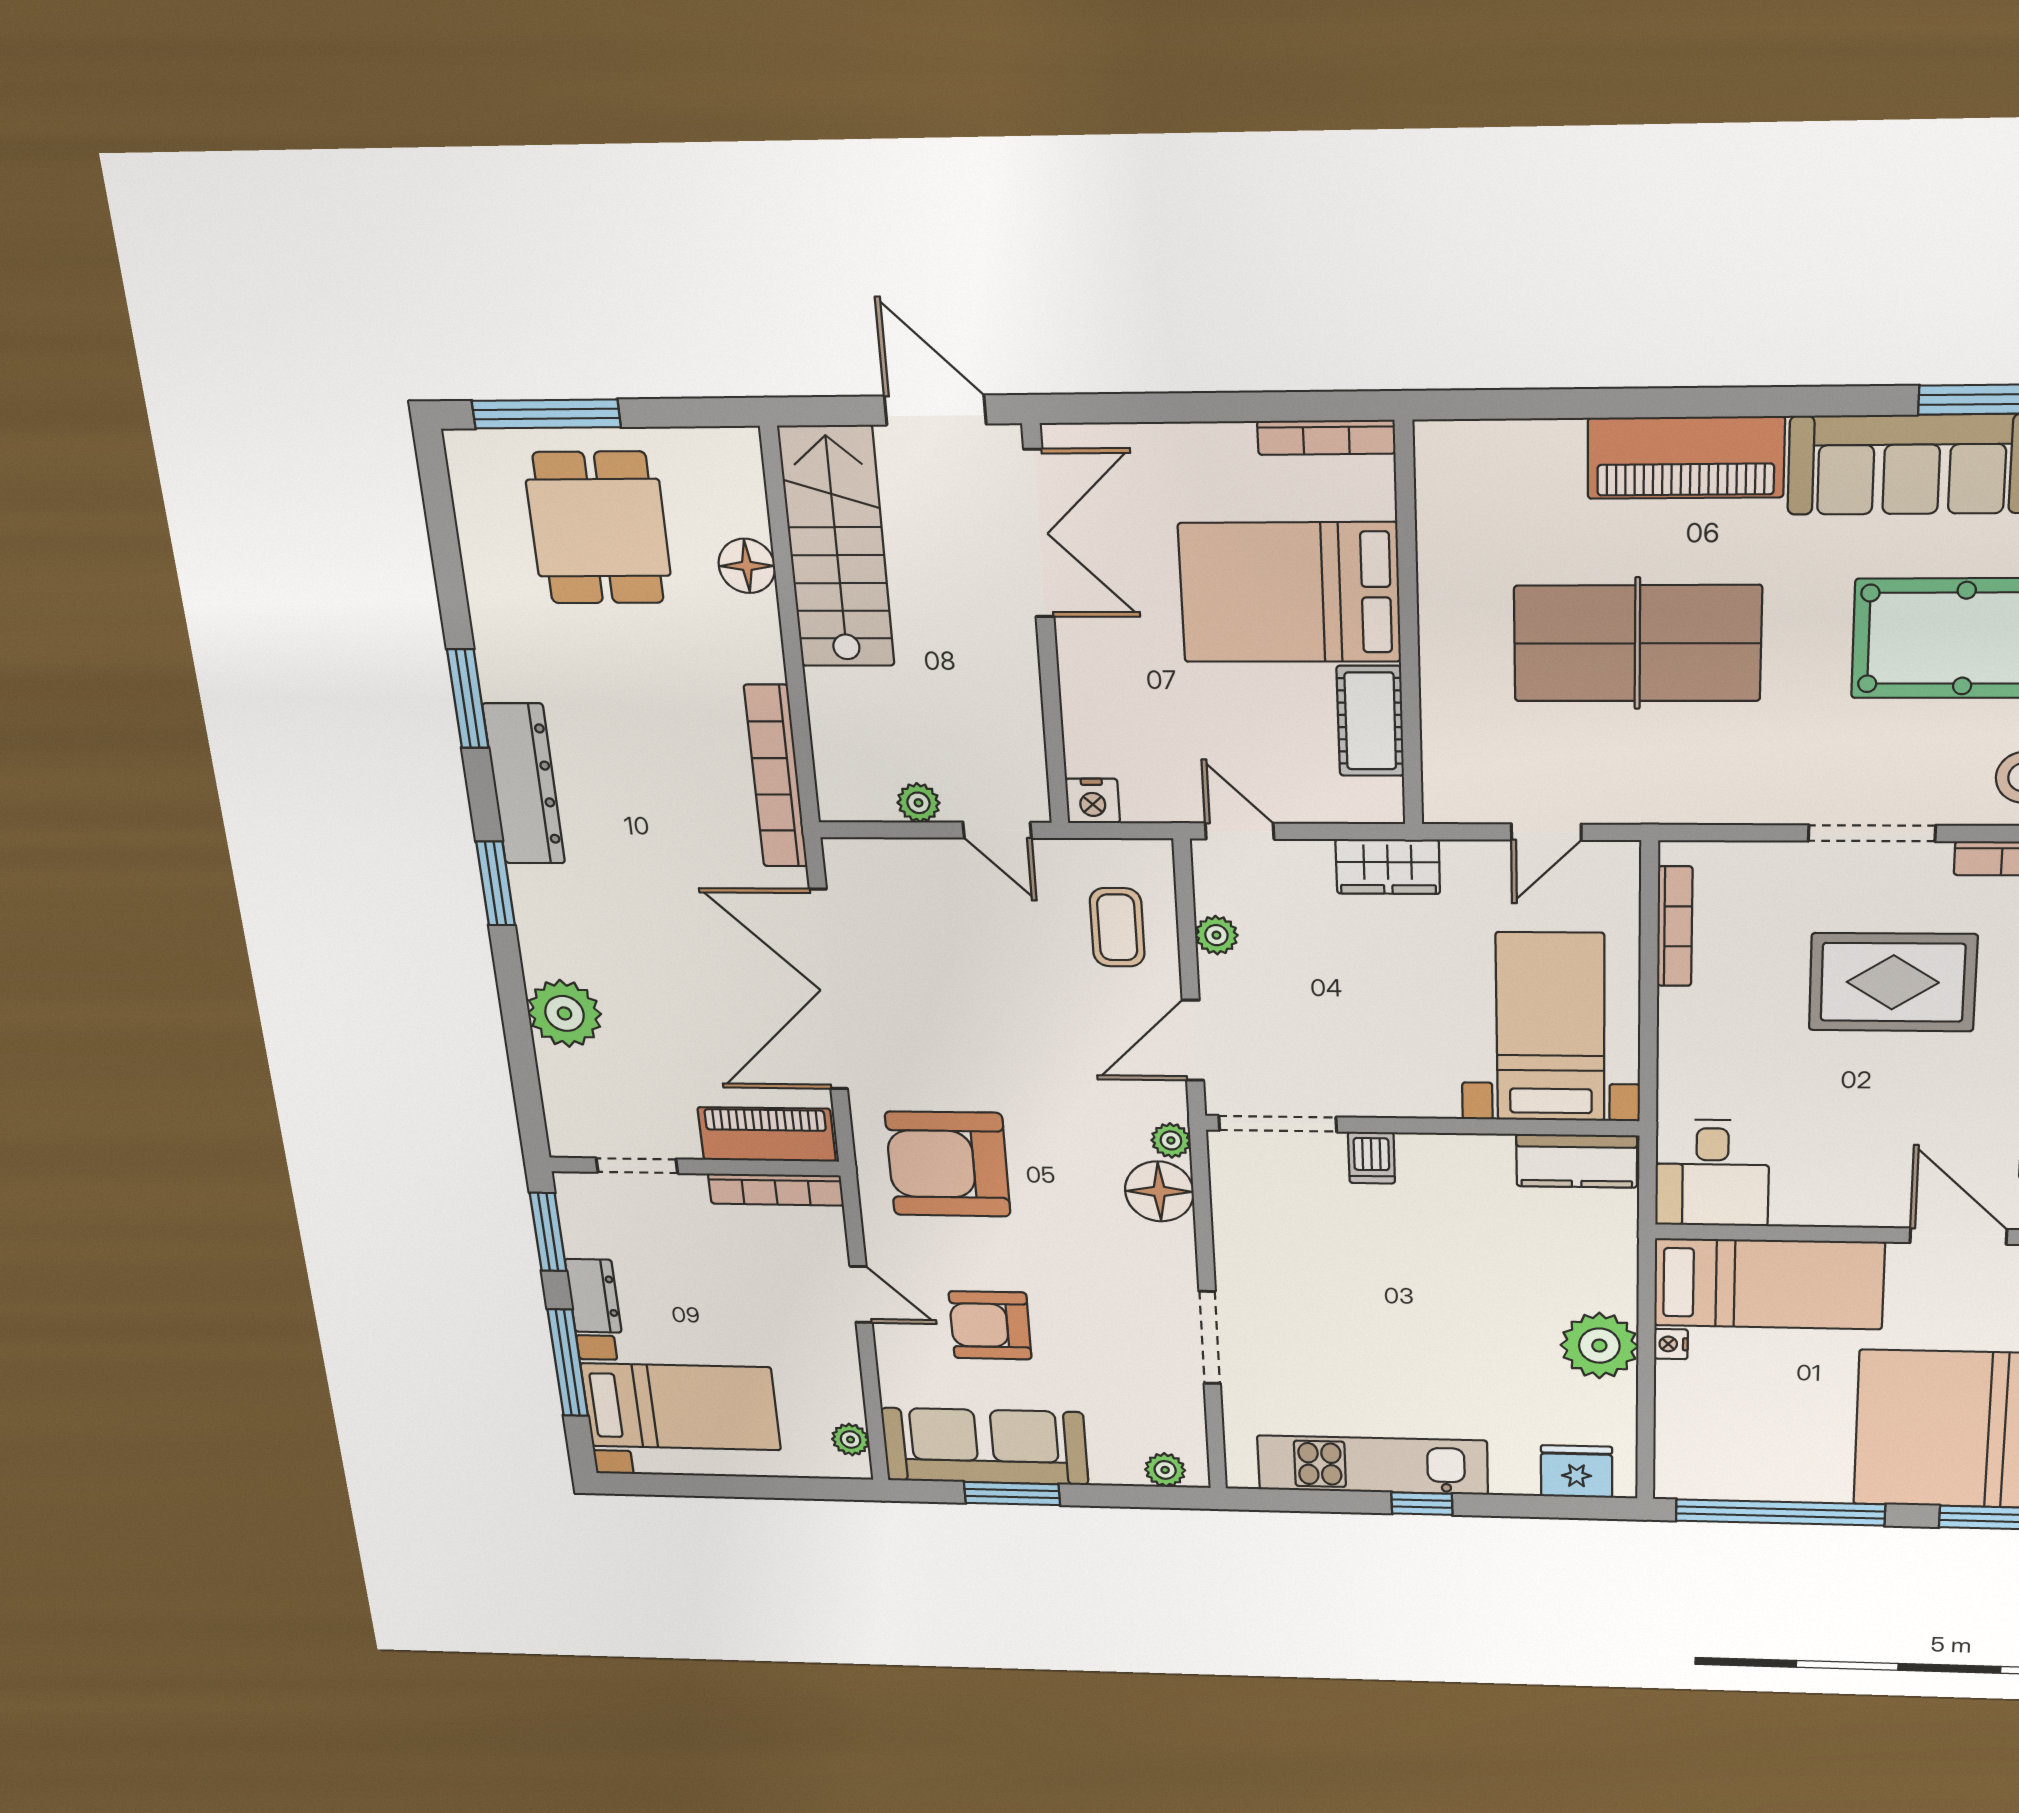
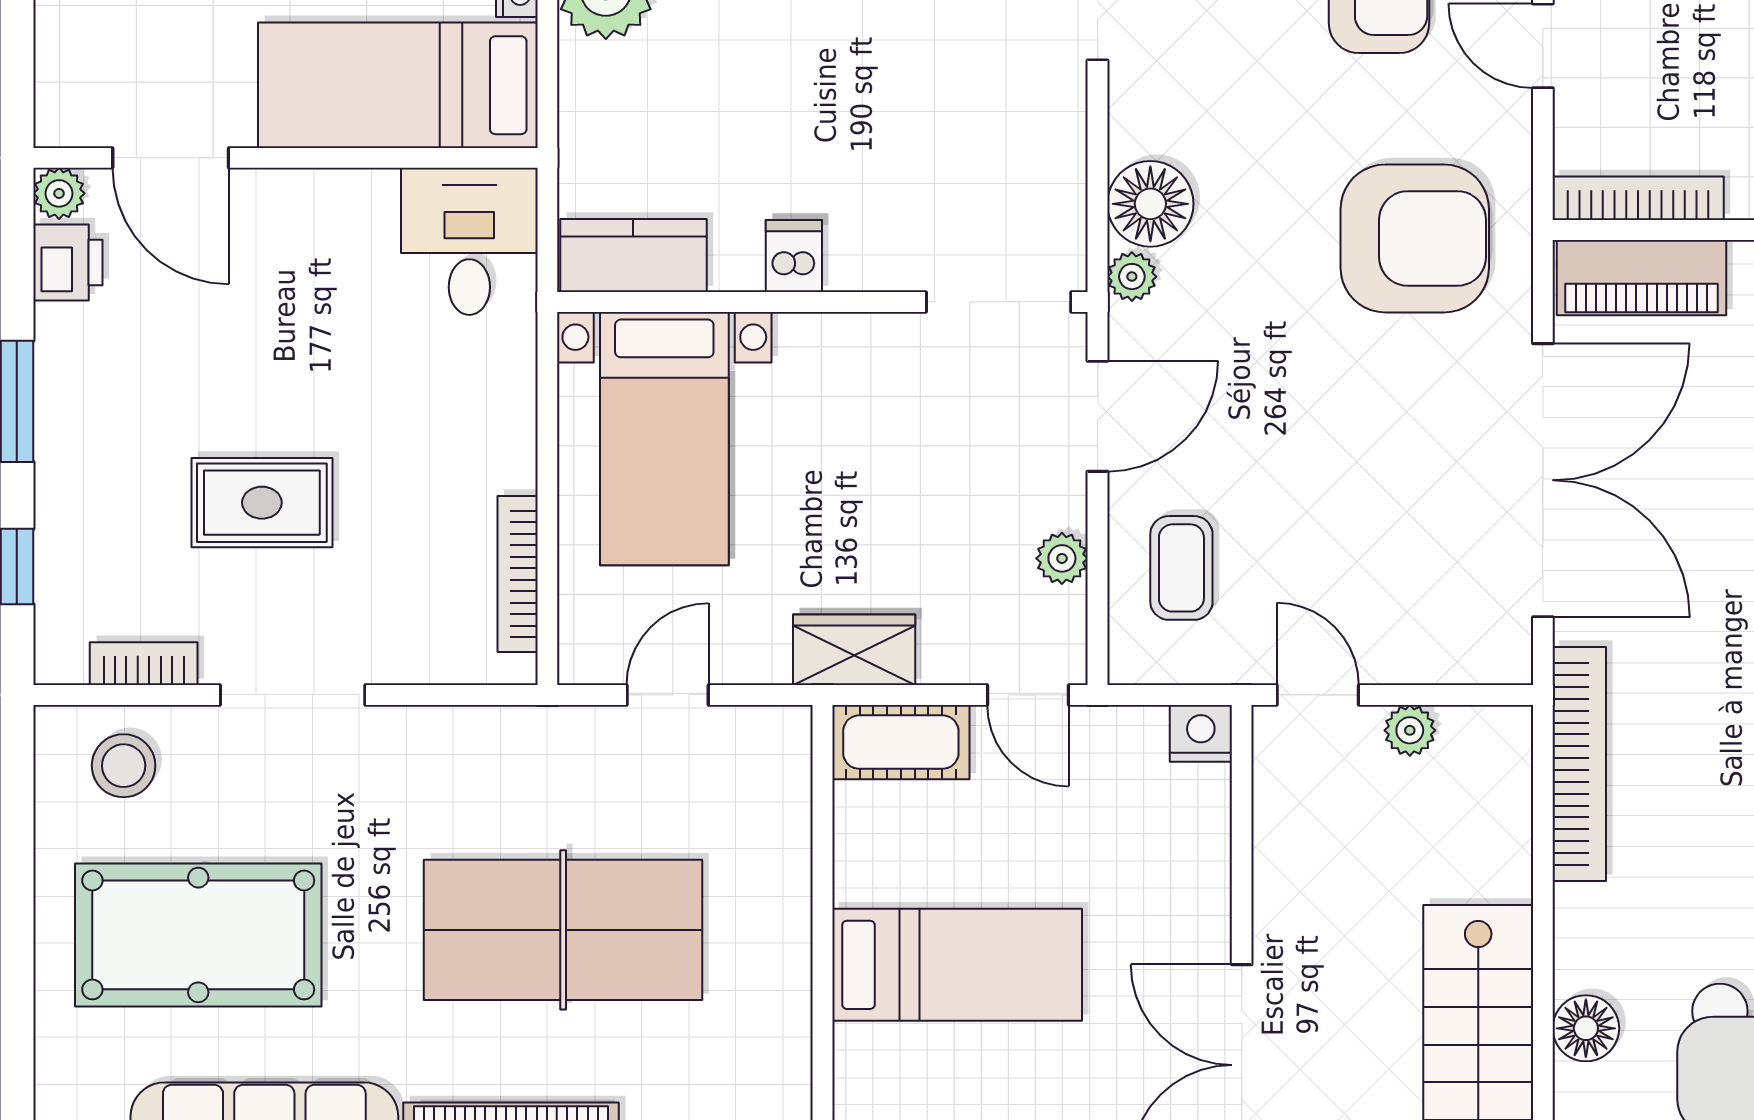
bed: (1290, 592) -> (957, 965), width x0.67
cot: (1370, 721) -> (901, 742), moved, turned 90
rug: (1893, 982) -> (262, 503), width x0.73, depth x0.70
dishwasher: (1371, 1158) -> (794, 256), moved

